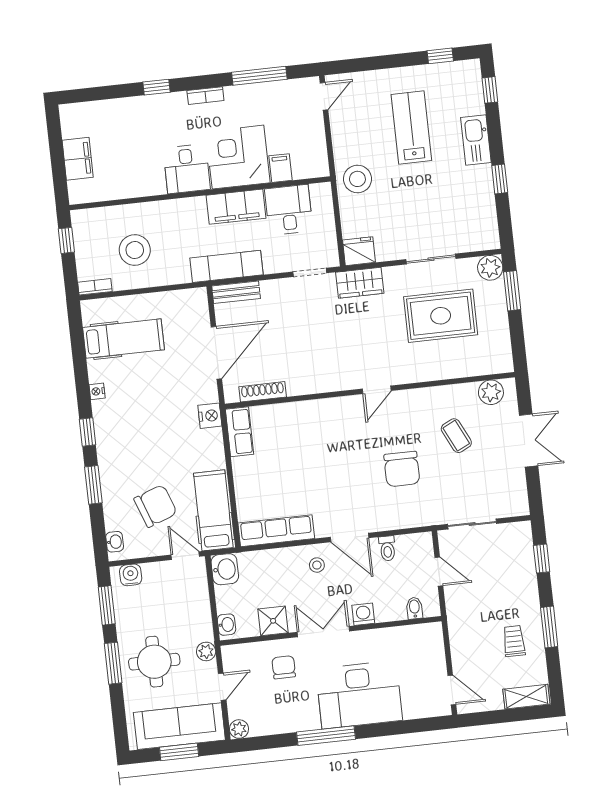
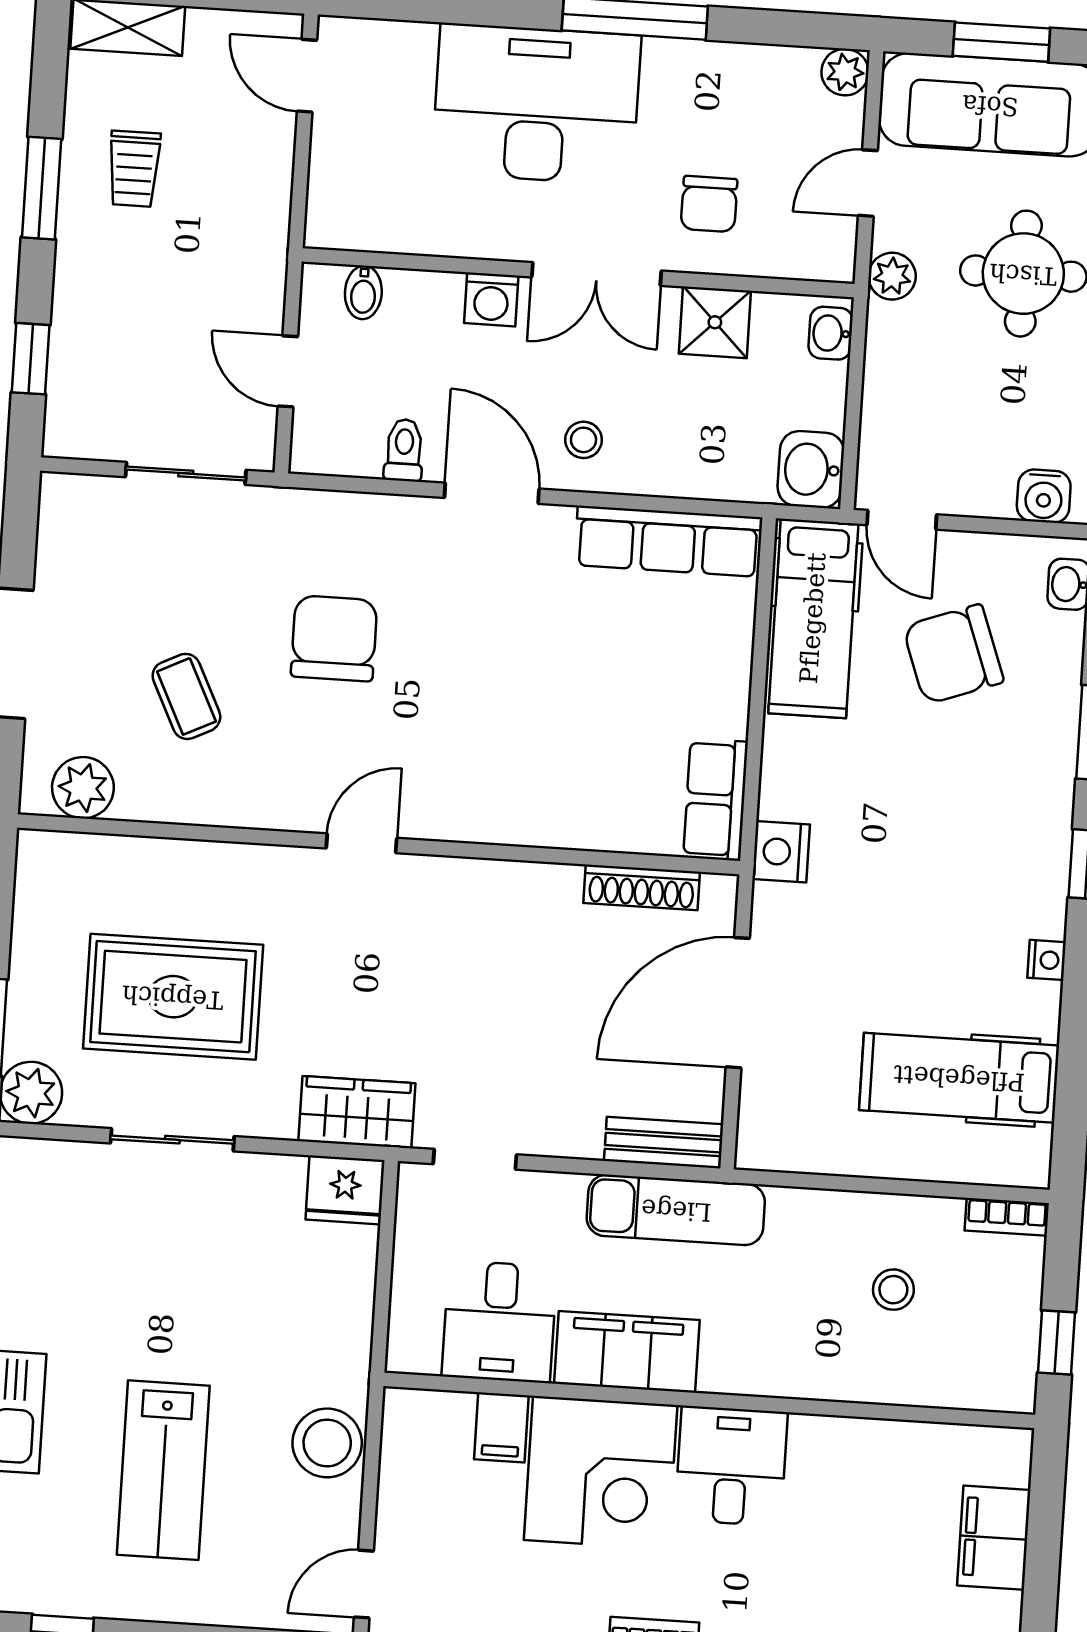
stool: (357, 179) -> (327, 1443), moved
stool: (135, 250) -> (893, 1290), width x0.53, depth x0.53

